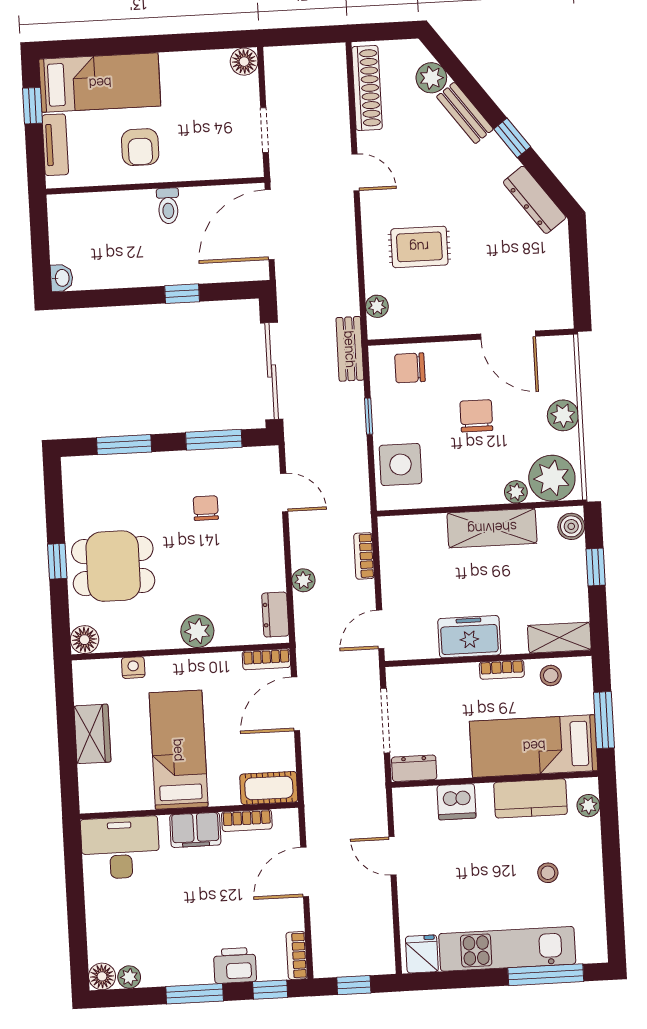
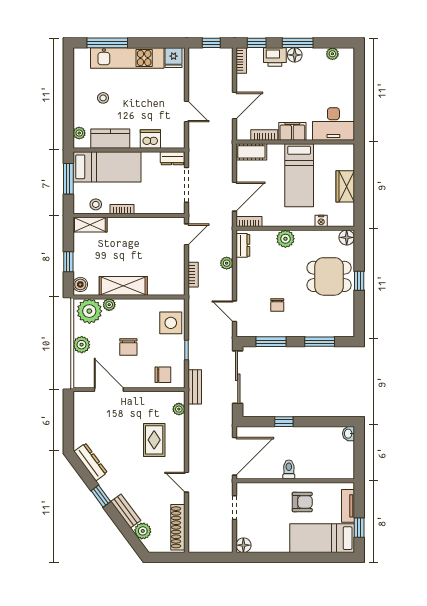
armchair: (140, 147) -> (302, 502), turned 90
rug: (419, 247) -> (154, 440), turned 90
freezer: (469, 637) -> (139, 228), removed
floor lamp: (102, 976) -> (295, 55), moved

